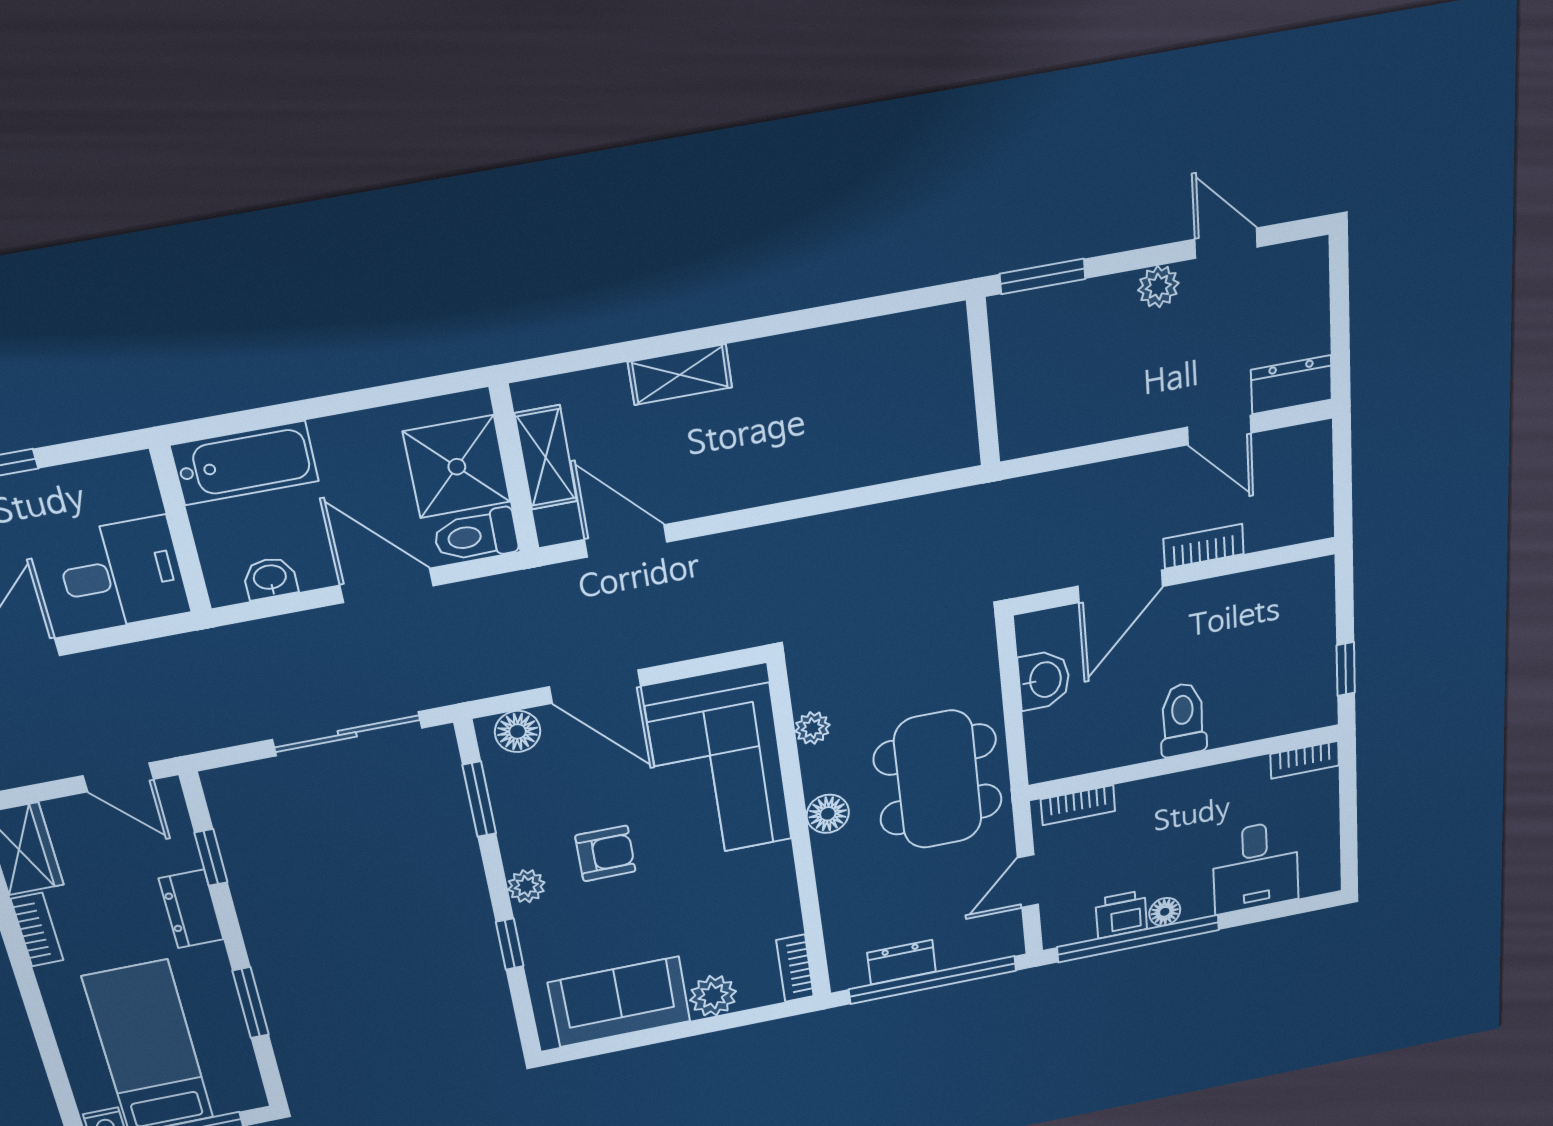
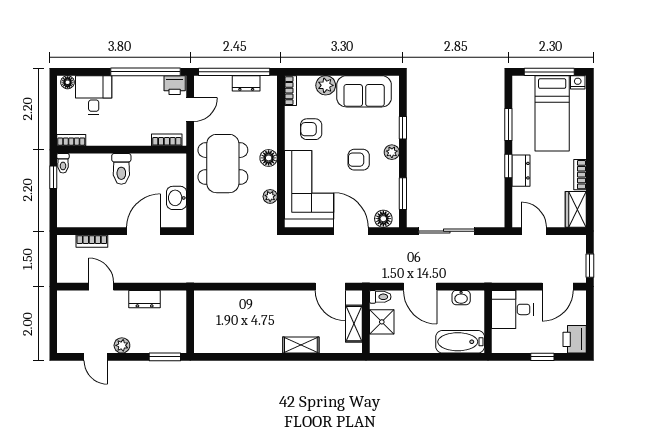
dresser: (1292, 385) -> (145, 299), moved
shower: (457, 467) -> (382, 322), width x0.73, depth x0.73
toilet: (476, 536) -> (380, 297), width x0.73, depth x0.72
bookcase: (1204, 546) -> (92, 241), moved
toilet: (1323, 705) -> (63, 163), added
window: (211, 858) -> (508, 166), moved
armchair: (733, 897) -> (311, 129), added
floor lamp: (1165, 912) -> (68, 82), moved
printer: (1121, 914) -> (175, 85), moved

